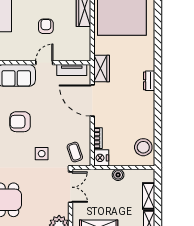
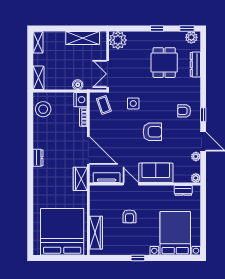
door: (44, 63) -> (131, 184), swing flipped
dresser: (149, 81) -> (38, 158), moved
boiler: (118, 175) -> (78, 85), moved
shelving: (149, 196) -> (38, 78), moved

